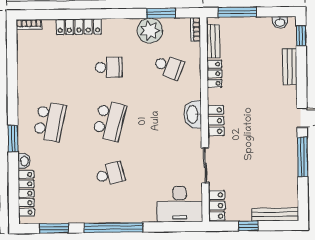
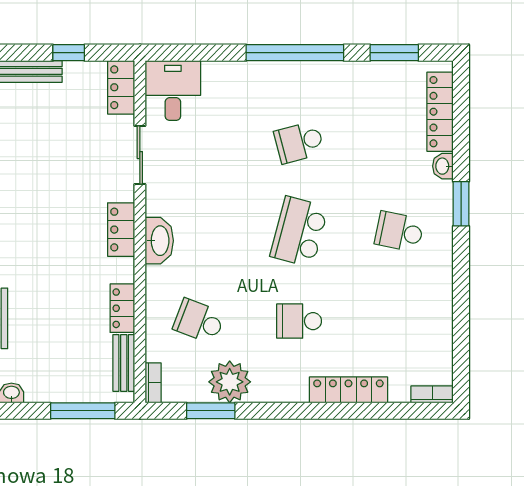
school desk: (50, 121) -> (399, 232), width x0.54
desk: (180, 204) -> (173, 90), width x0.73

